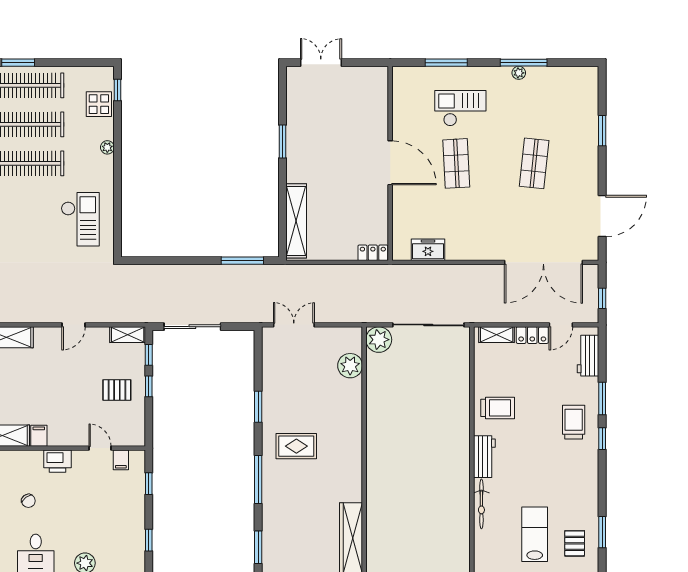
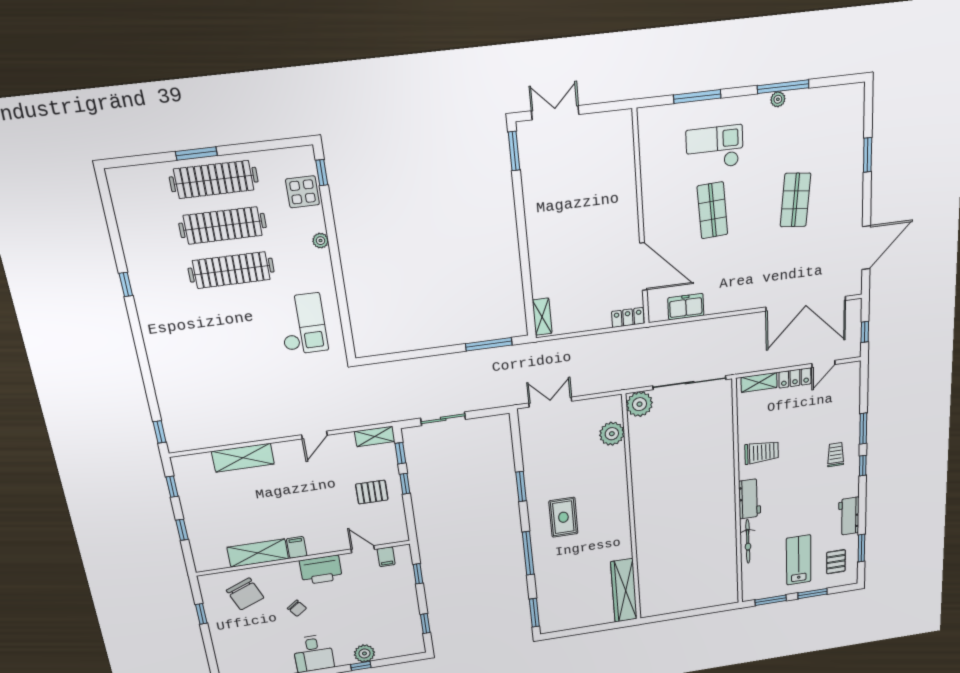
window: (282, 142) -> (514, 151), moved
door: (390, 163) -> (643, 267), moved
shelving: (296, 221) -> (542, 317), width x0.45, depth x0.75
sliding door: (192, 327) -> (443, 419), width x0.73
workbench: (588, 356) -> (849, 516), moved
trolley: (574, 422) -> (836, 455), width x0.73, depth x0.72
rug: (296, 446) -> (563, 517), turned 90
printer: (57, 461) -> (321, 570), width x1.37, depth x1.19

